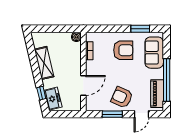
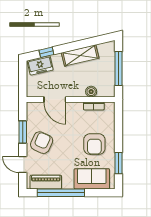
window: (56, 29) -> (118, 69), added
boiler: (76, 37) -> (91, 92), moved

